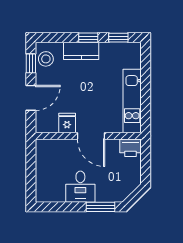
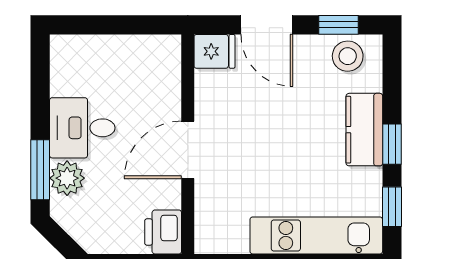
kitchen unit: (132, 101) -> (316, 235), moved
fridge: (67, 123) -> (214, 51), moved
plant: (105, 194) -> (67, 178), added

